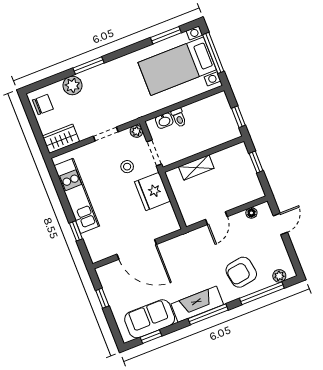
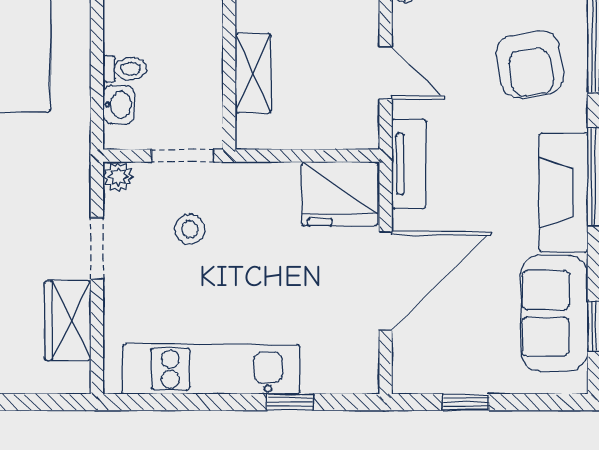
wardrobe: (61, 139) -> (68, 321), moved
fridge: (152, 191) -> (340, 194), moved
tv unit: (185, 241) -> (409, 164), added

